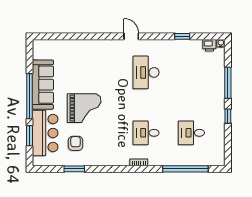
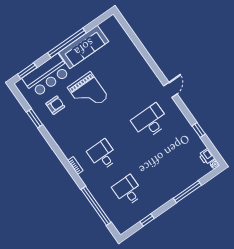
window: (228, 116) -> (147, 220), moved
window: (30, 136) -> (27, 71), moved

